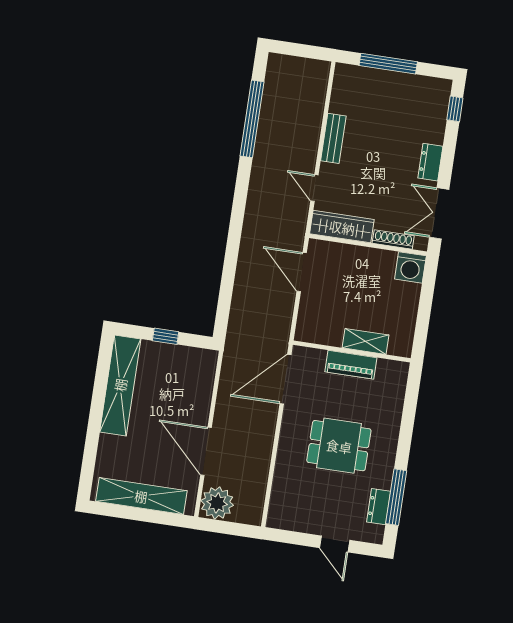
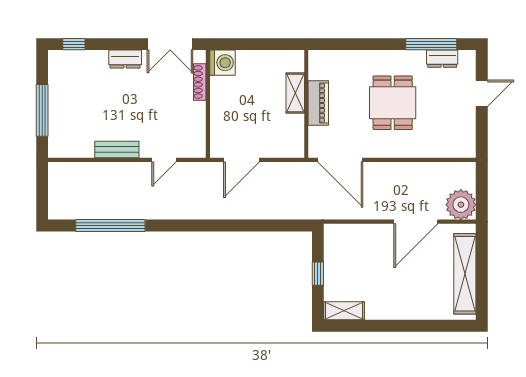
wardrobe: (342, 227) -> (195, 130), removed
shelving: (120, 385) -> (344, 311), width x0.45, depth x0.75

